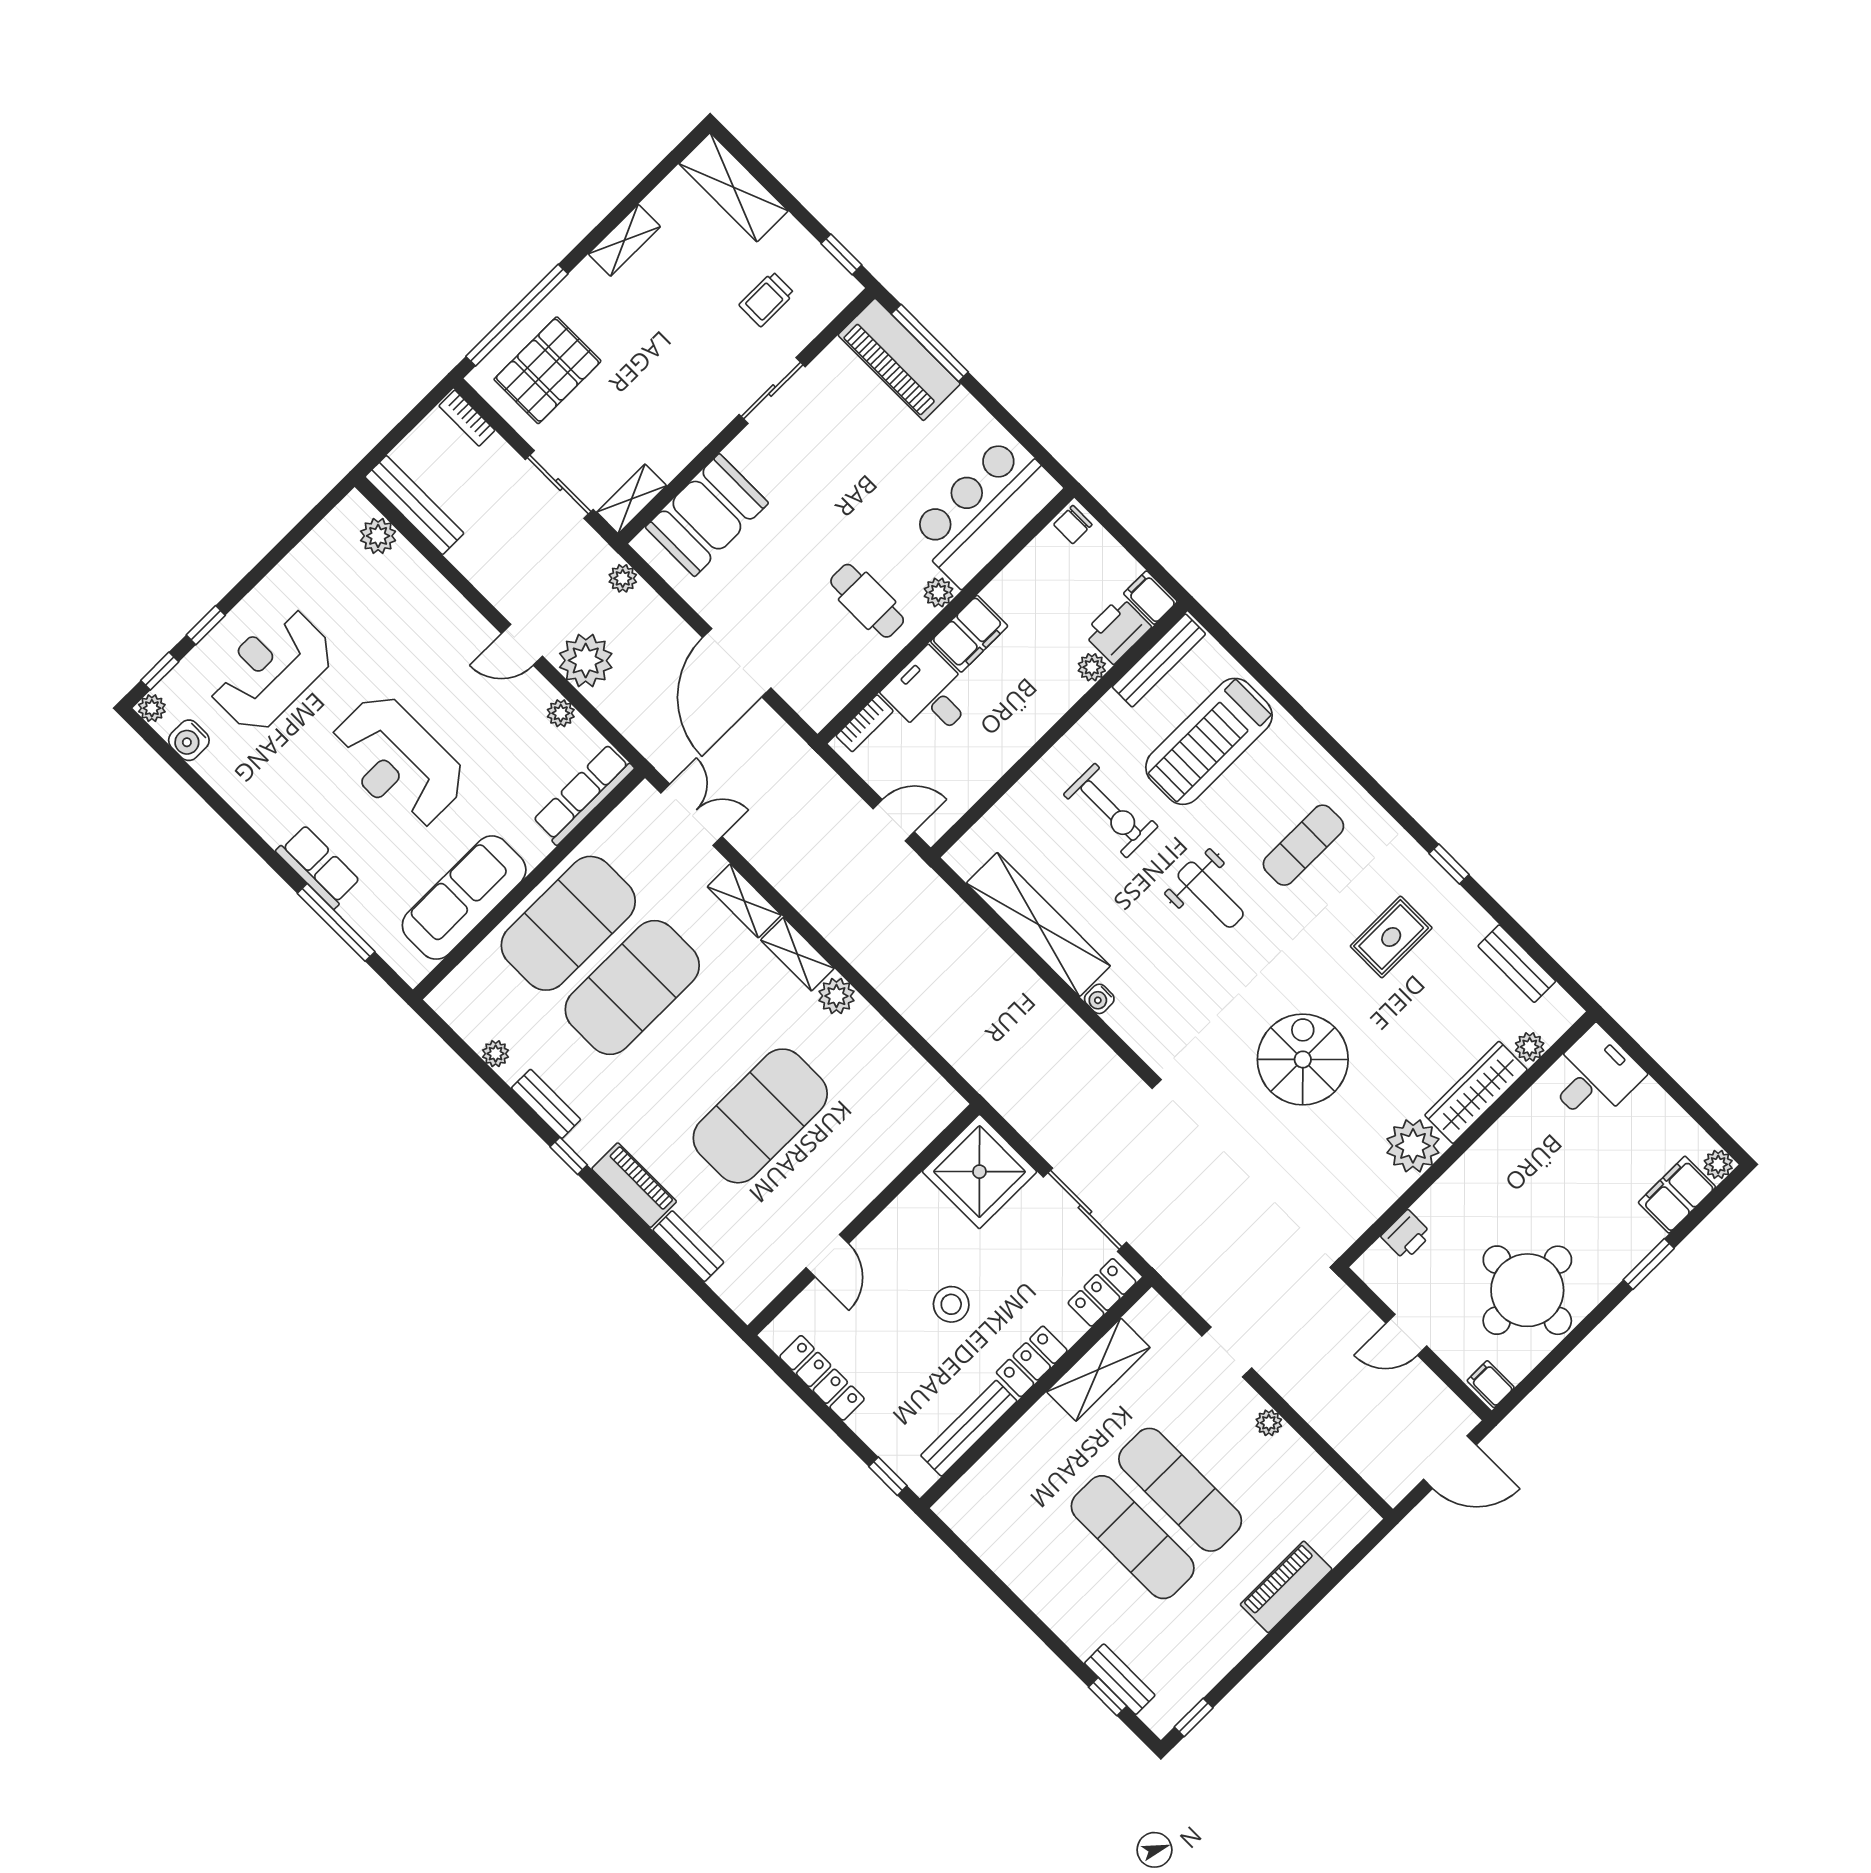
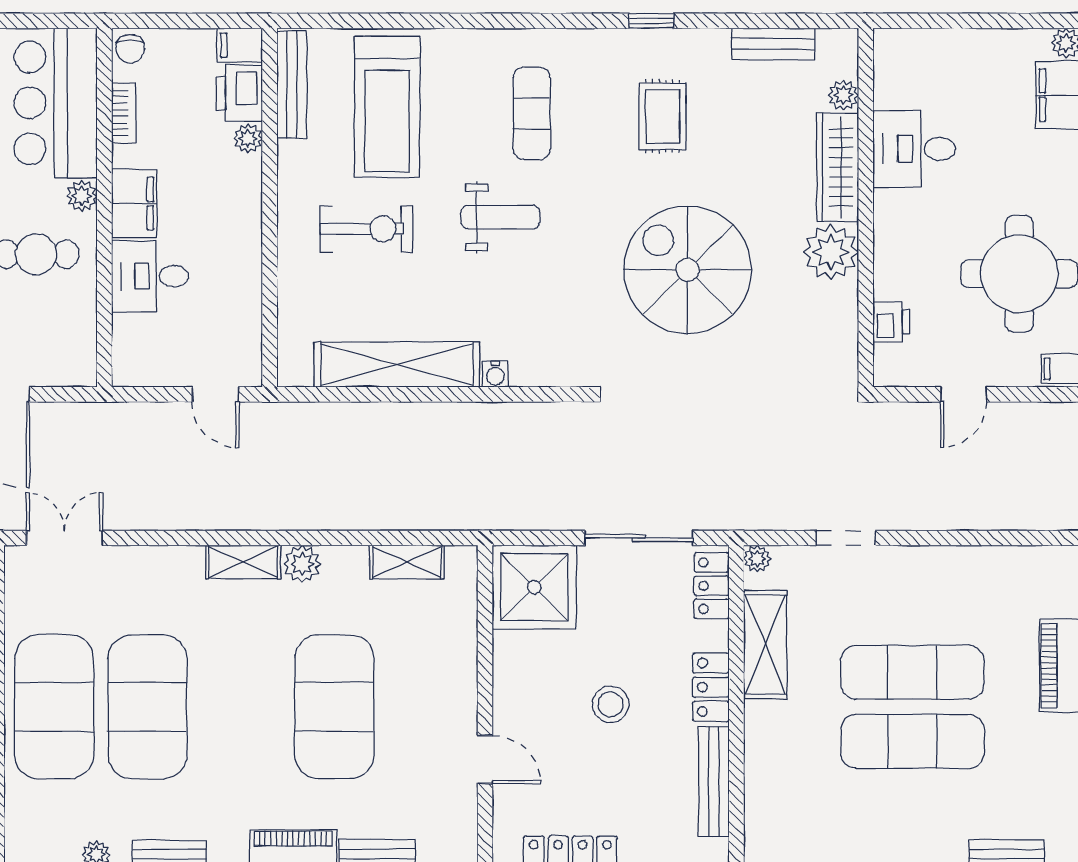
bookcase: (865, 723) -> (124, 113), moved
door: (894, 820) -> (216, 394), swing flipped
shelving: (744, 901) -> (407, 562), moved
spiral stairs: (1303, 1059) -> (688, 270), width x1.37, depth x1.37
desk: (1594, 1076) -> (914, 149), moved, turned -90
plant: (1269, 1423) -> (757, 559), moved

